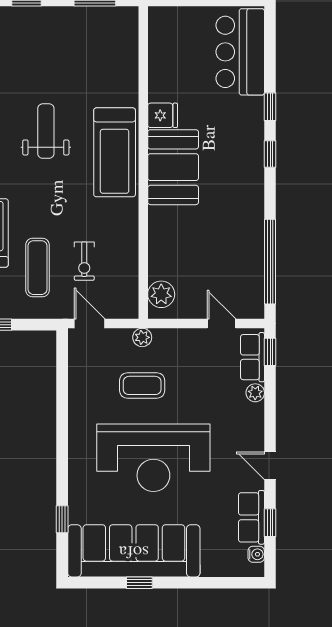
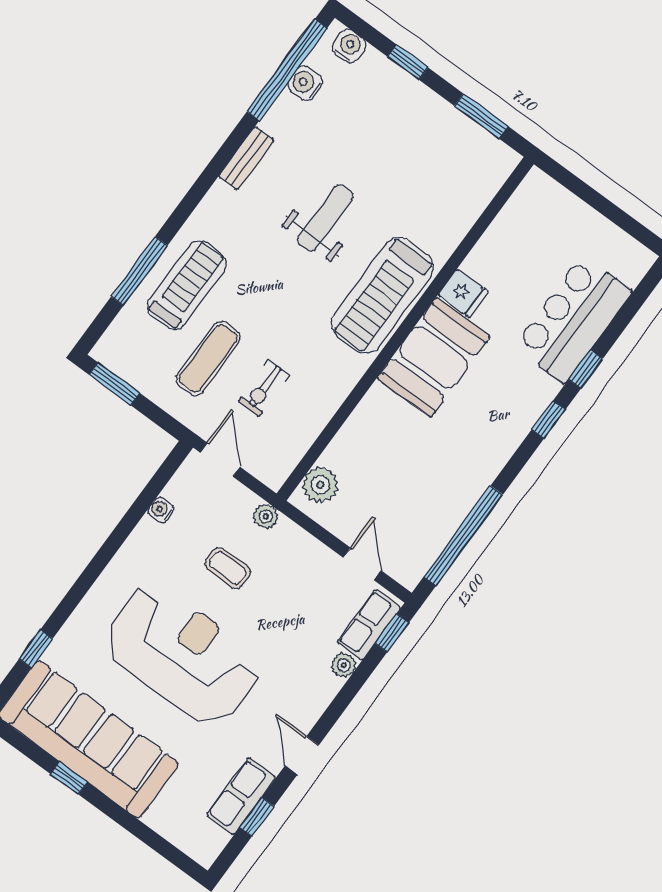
bar counter: (240, 52) -> (573, 319), moved
coffee table: (142, 385) -> (228, 568), width x0.73, depth x0.77
reception desk: (153, 458) -> (183, 655), turned 180
water cooler: (256, 554) -> (161, 510), moved, turned 180

